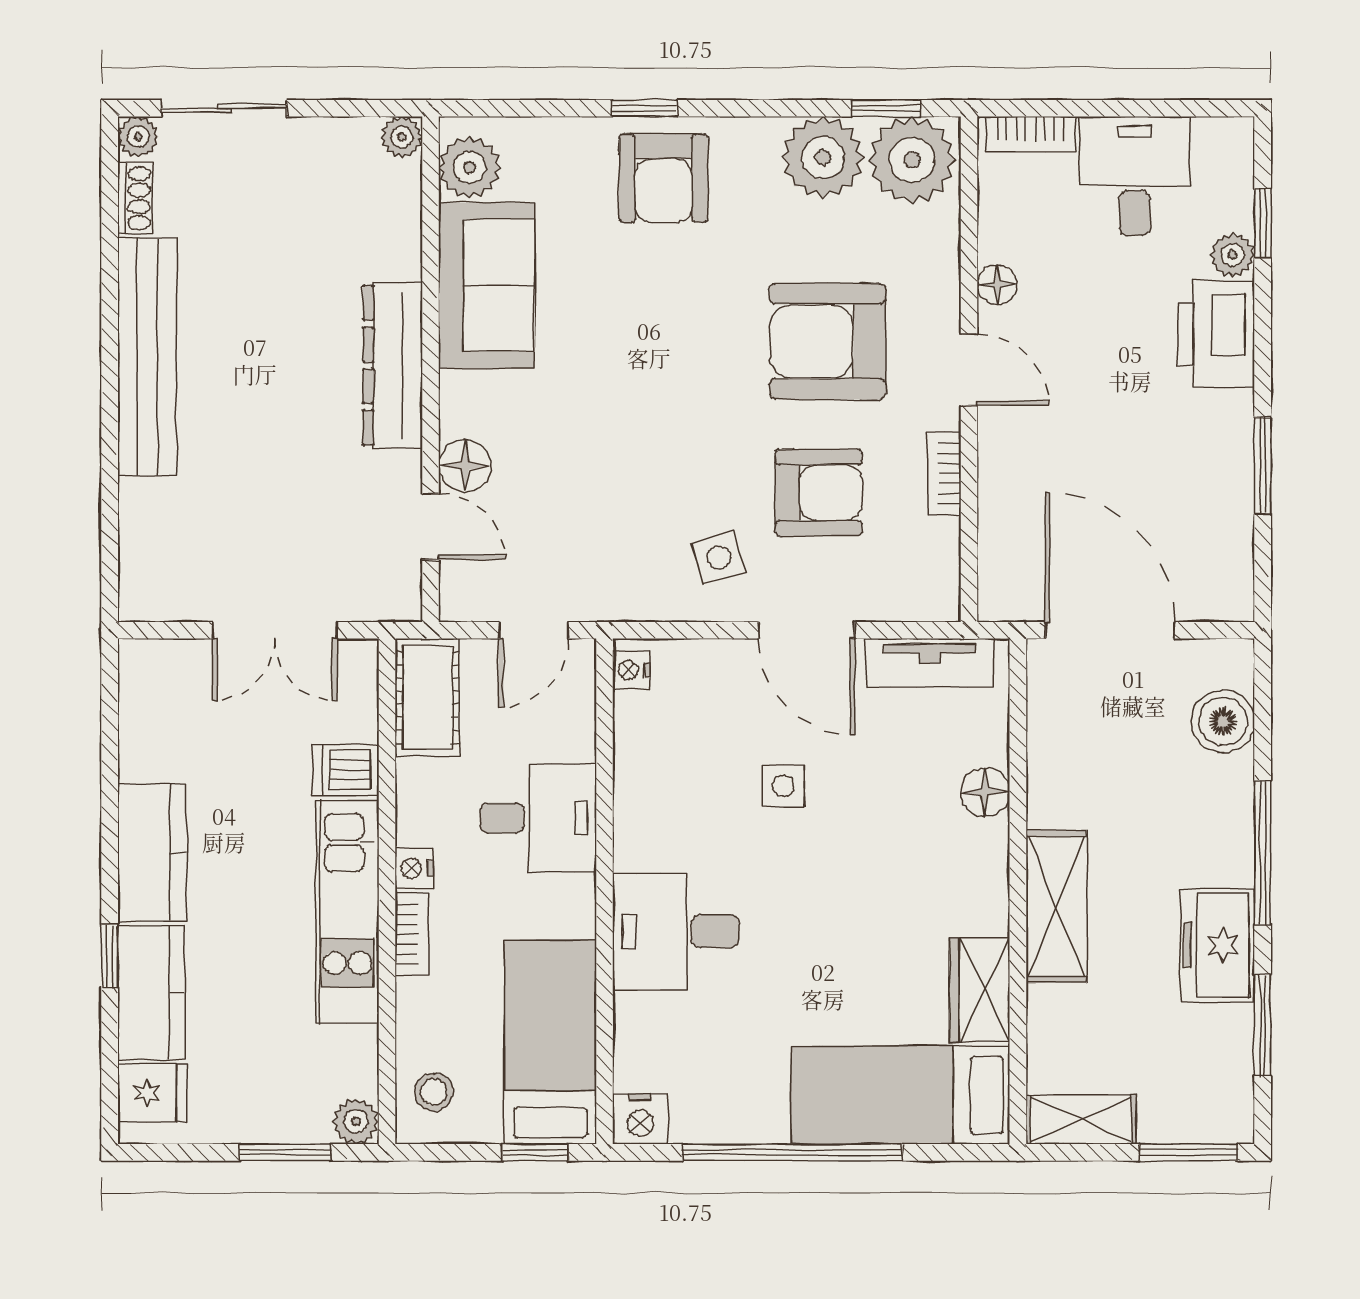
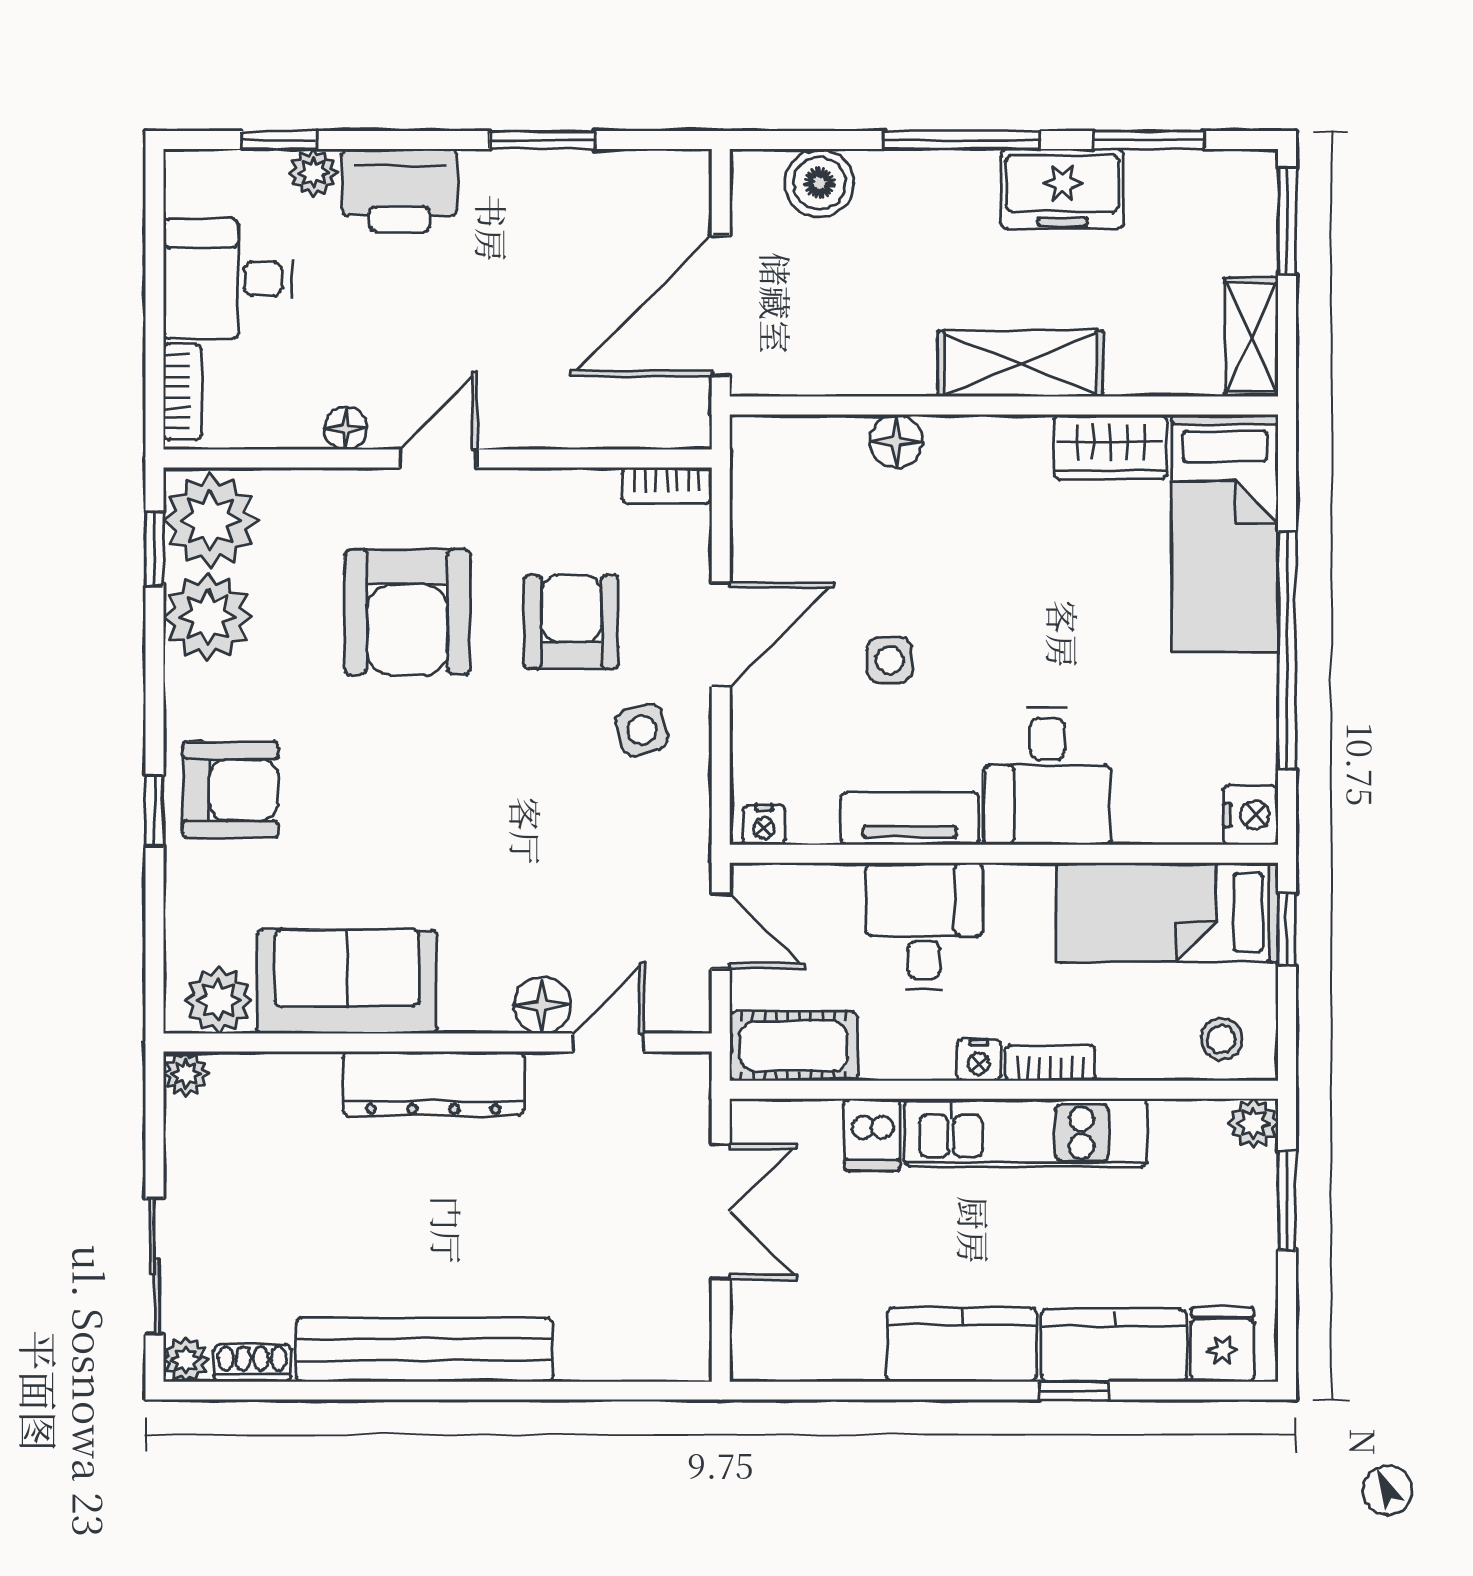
bookcase: (944, 474) -> (667, 485), moved
tv unit: (930, 663) -> (910, 819), moved, turned -90

